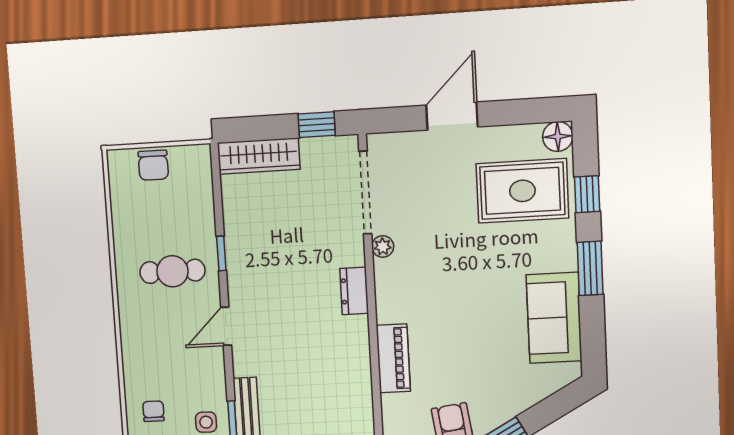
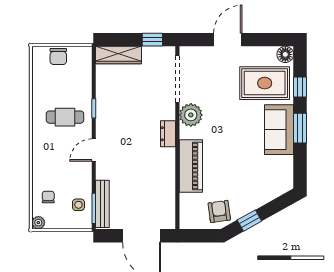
plant: (383, 246) -> (191, 115), width x1.87, depth x1.87
sofa: (554, 318) -> (279, 130), moved
piano: (393, 358) -> (191, 166), width x1.37, depth x1.33

